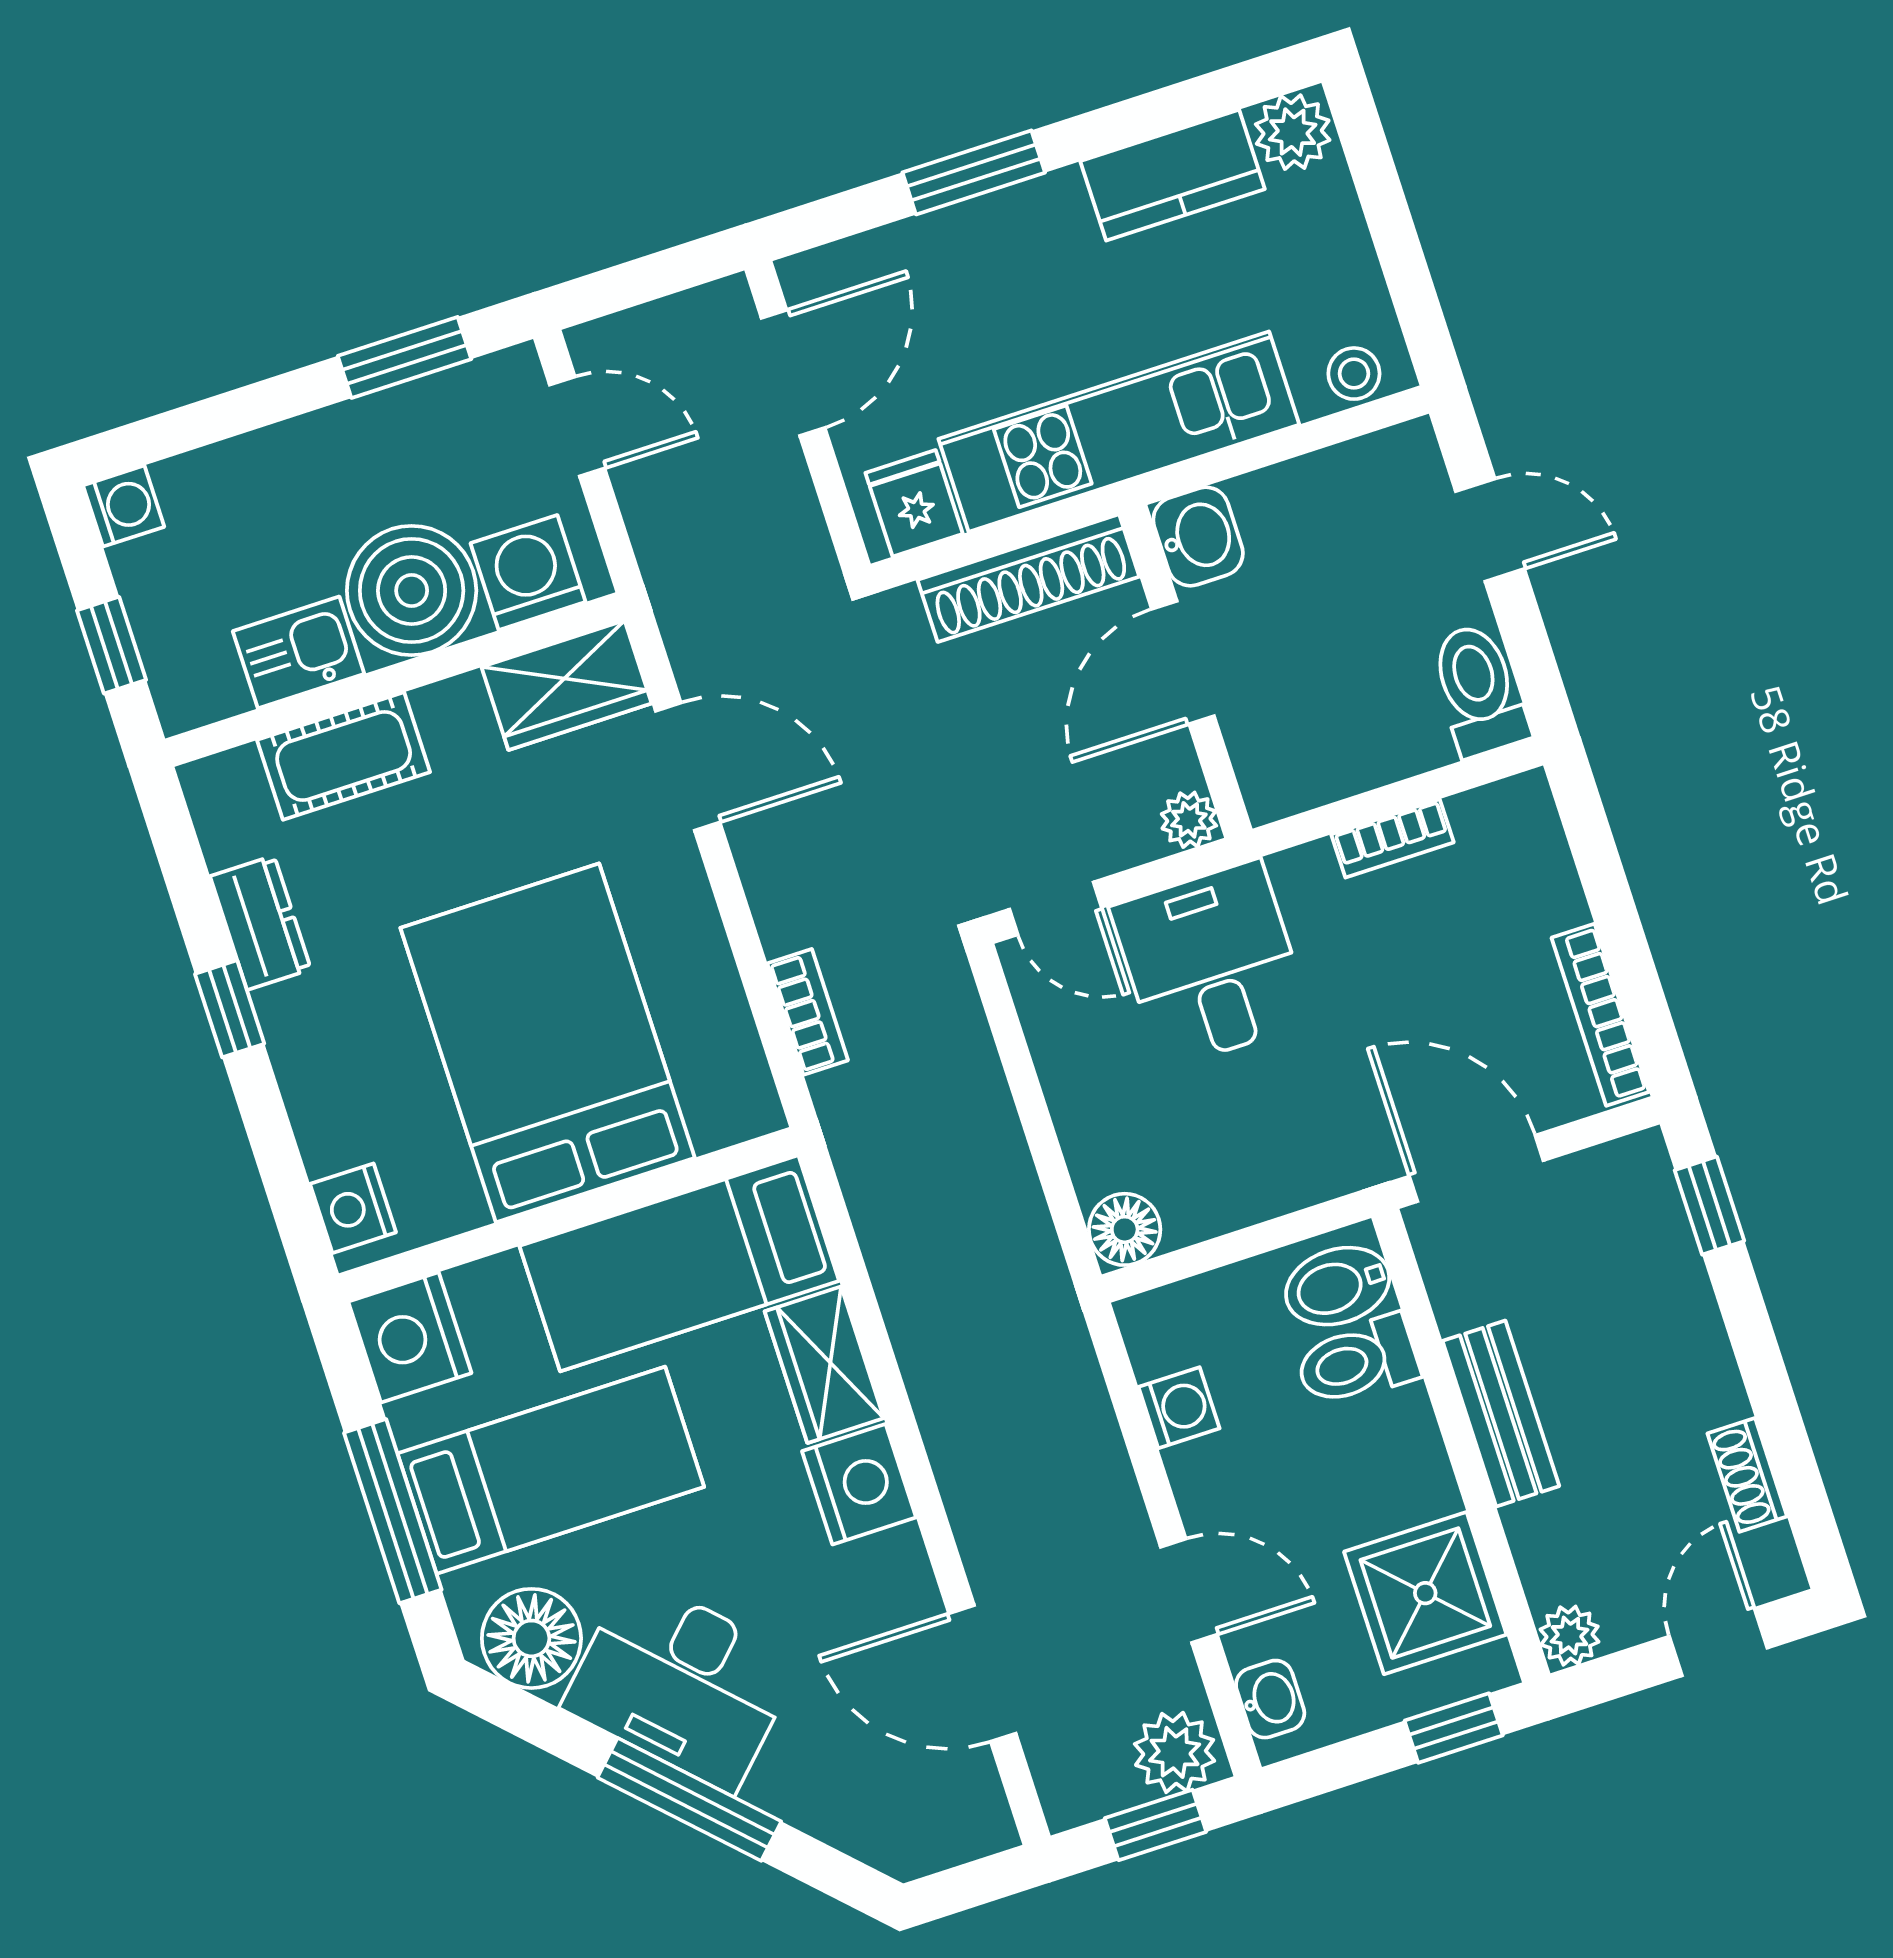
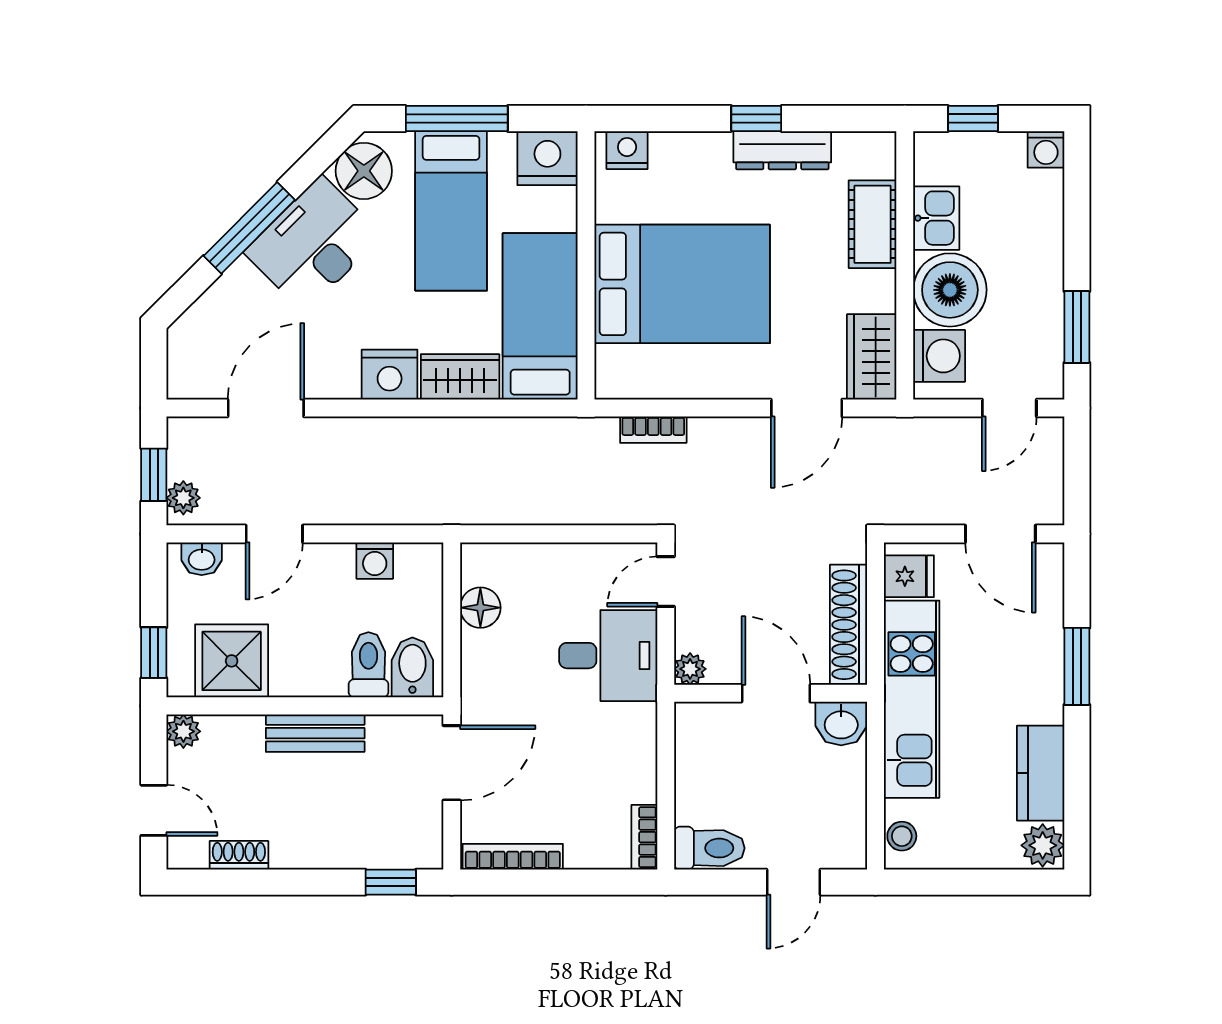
bookcase: (1393, 838) -> (644, 837), moved
dresser: (260, 923) -> (782, 150), width x1.44
floor lamp: (1125, 1229) -> (480, 608), moved
plant: (1175, 1752) -> (183, 498), width x0.73, depth x0.73

